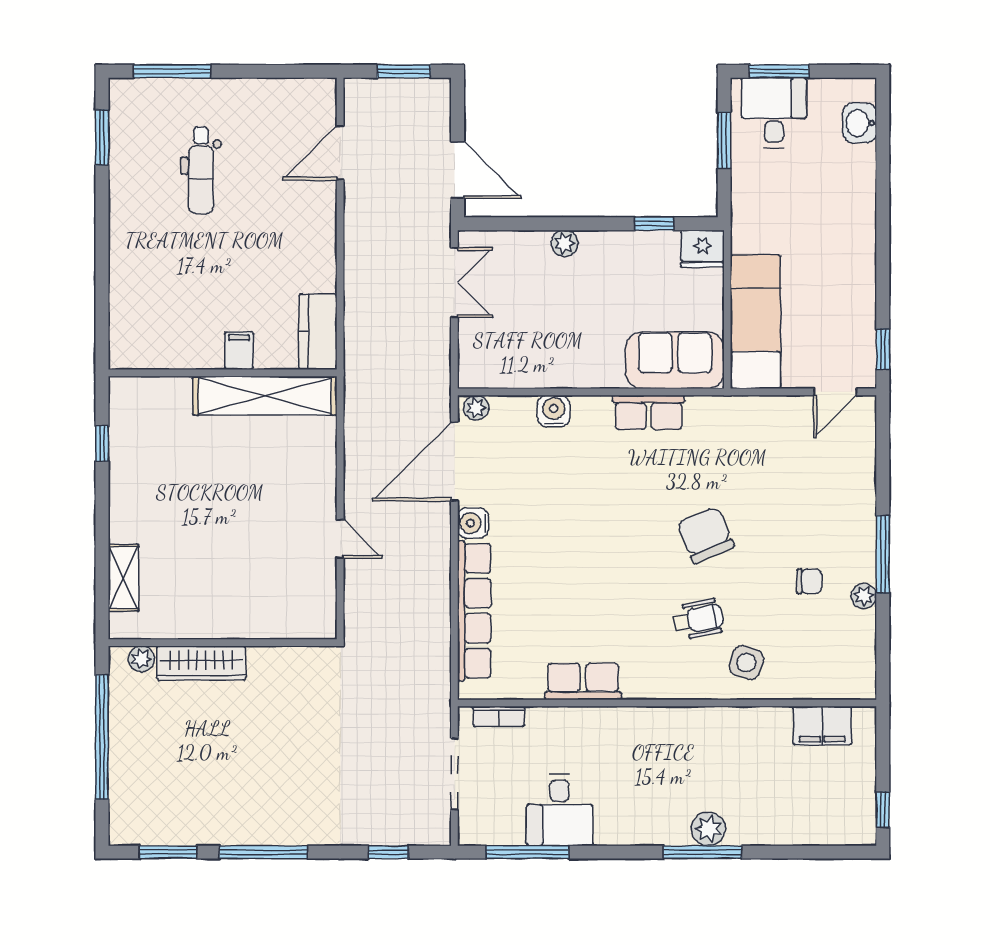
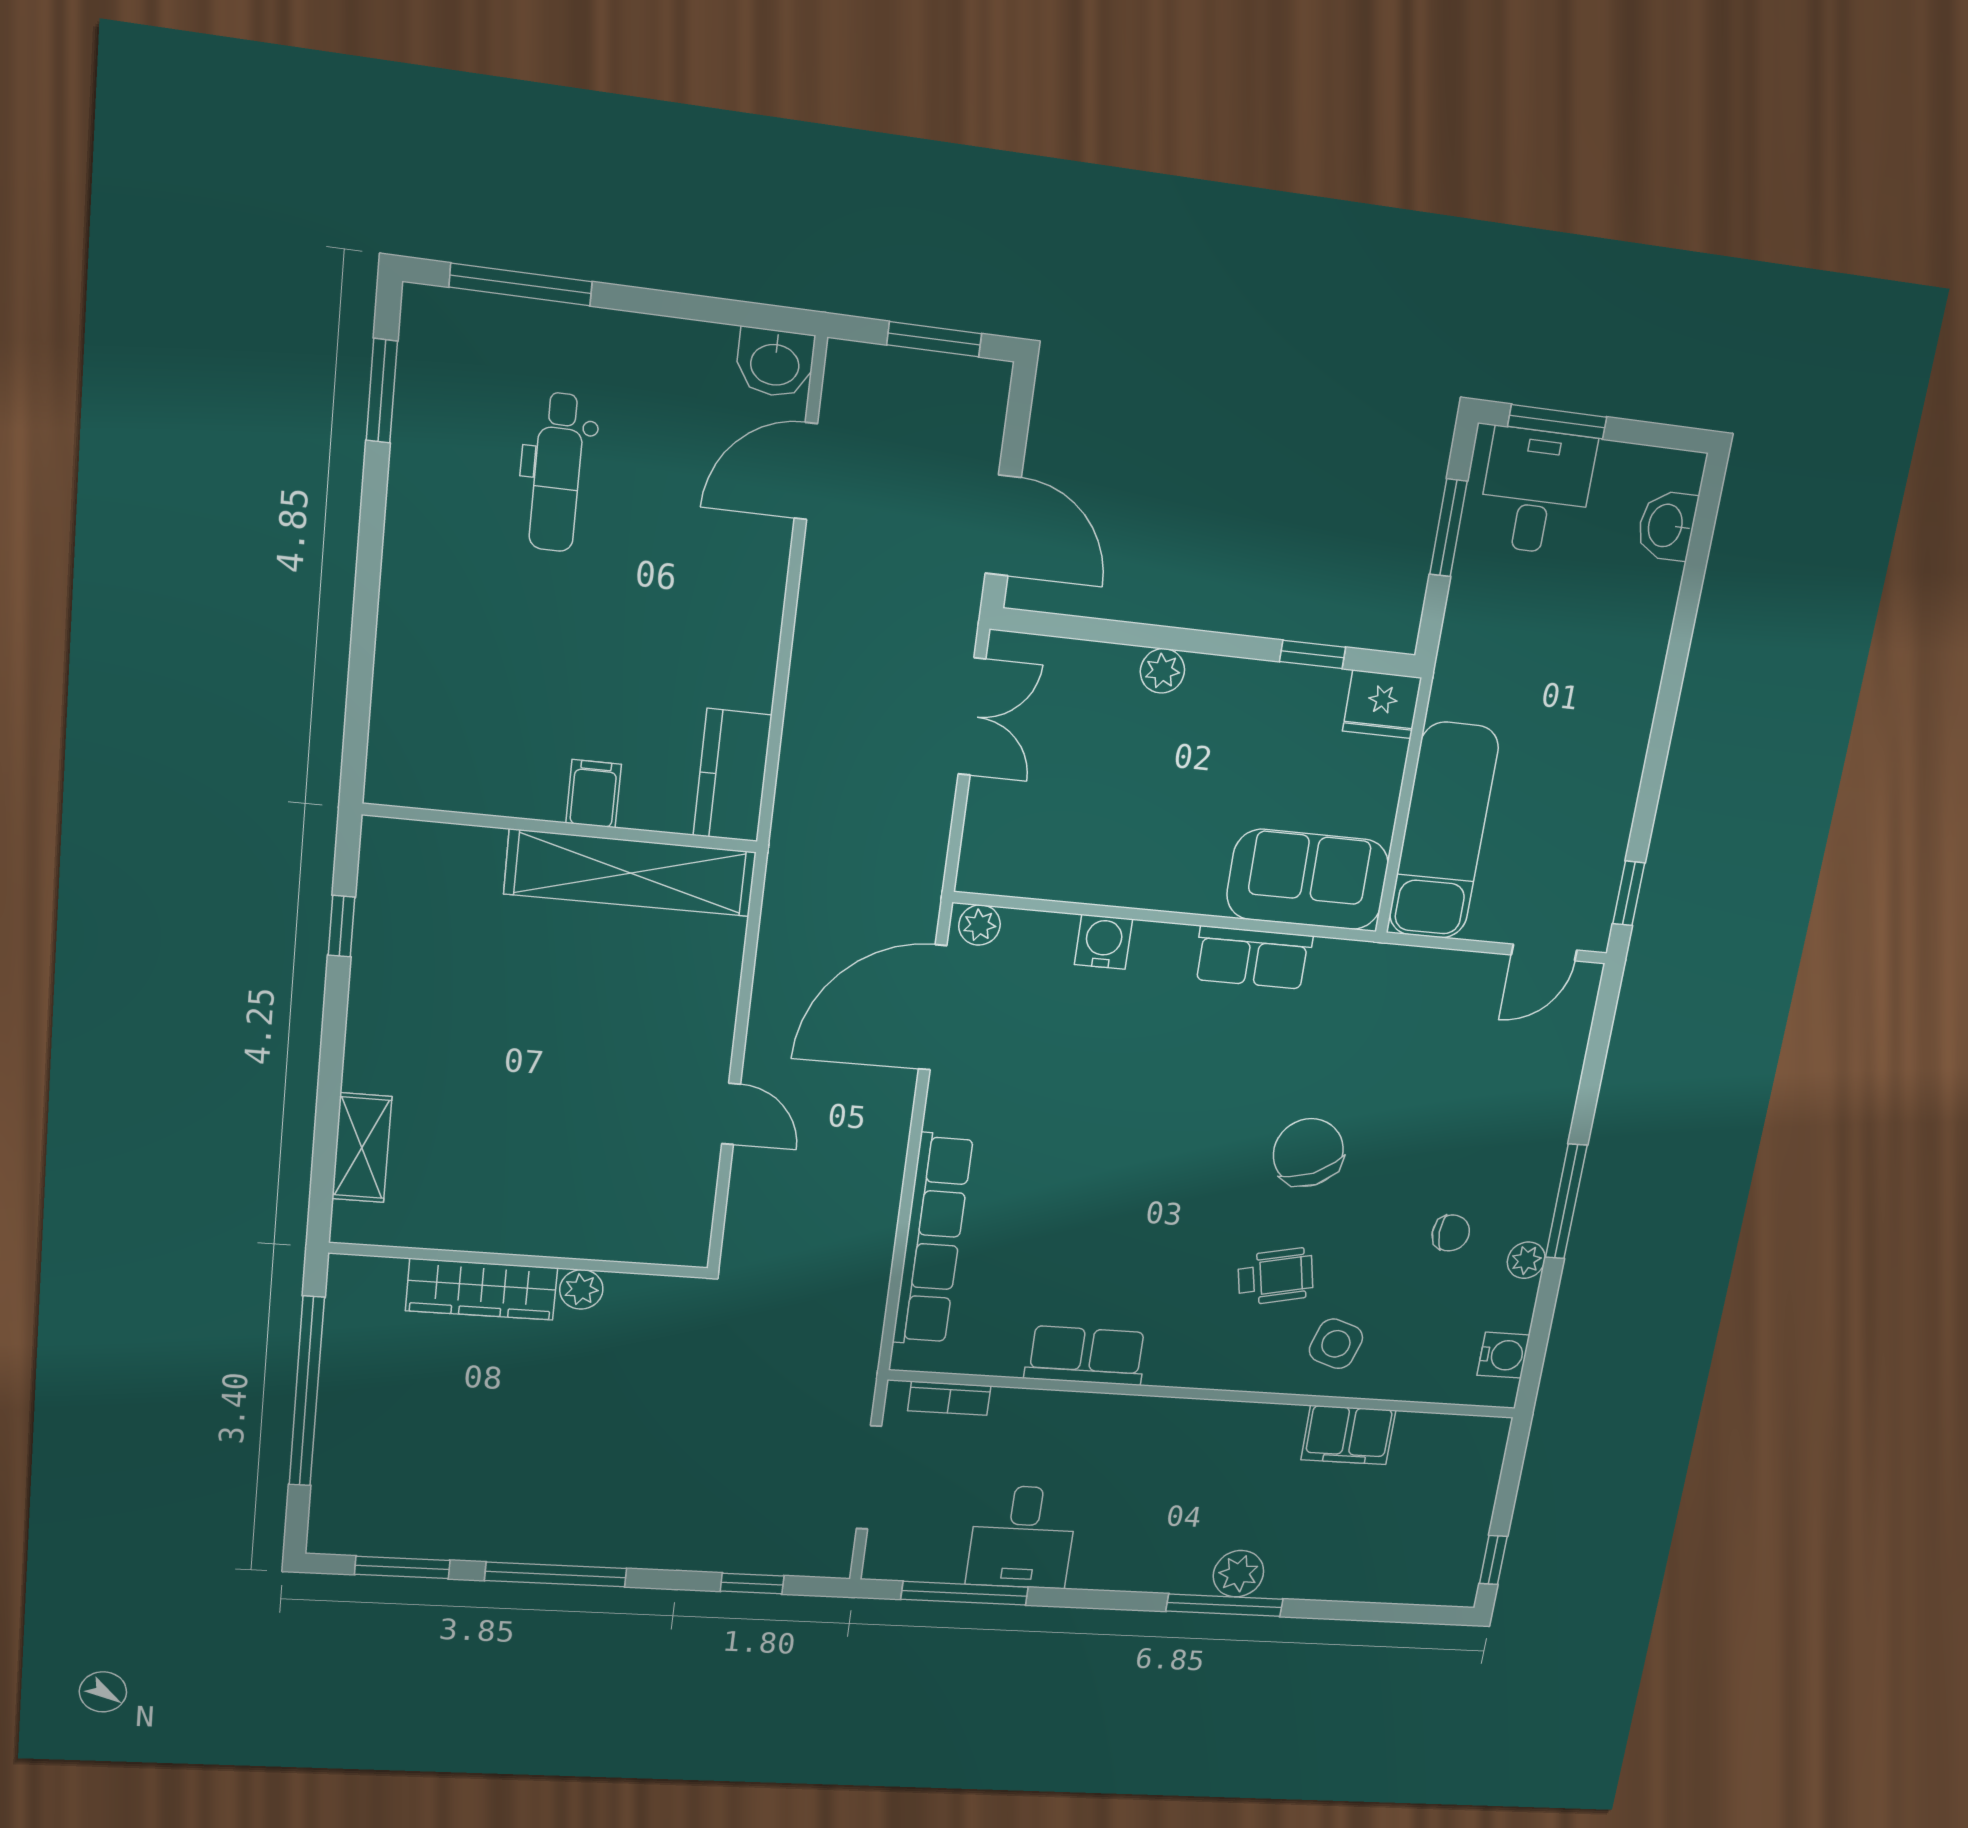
washbasin: (316, 96) -> (775, 363), added
water cooler: (473, 523) -> (1503, 1355), moved, turned 180
plant: (141, 659) -> (581, 1289), moved
filing cabinet: (822, 726) -> (1348, 1435), moved

